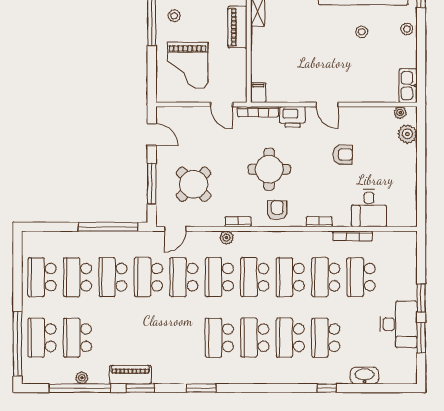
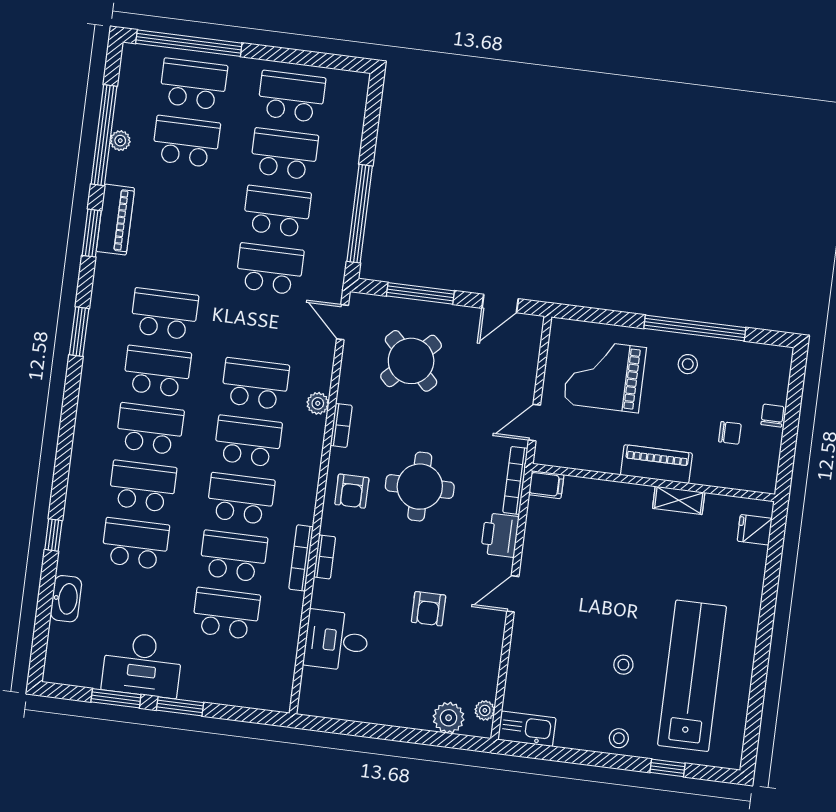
armchair: (277, 210) -> (352, 491), turned 90
bookcase: (353, 236) -> (301, 558), moved
school desk: (184, 277) -> (164, 314), moved

